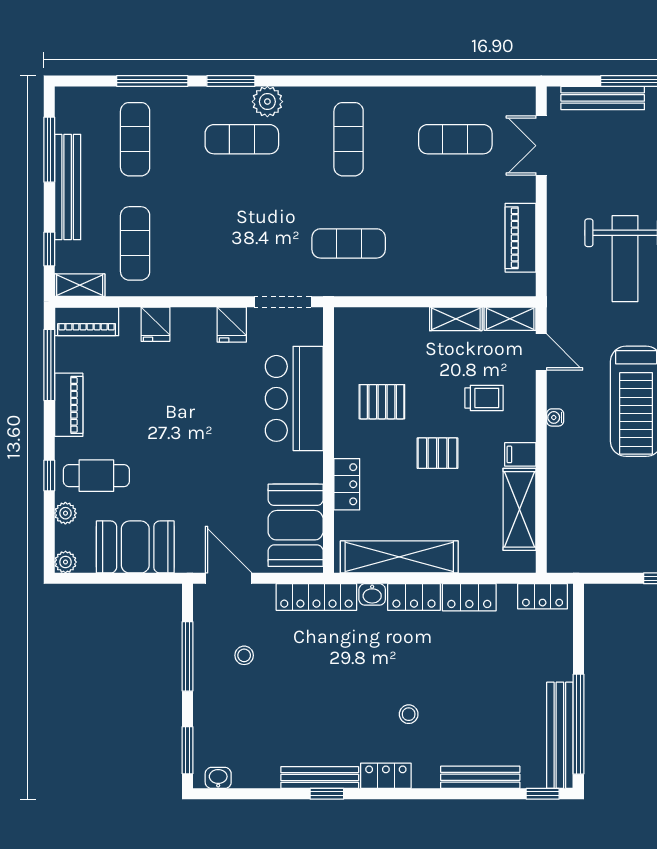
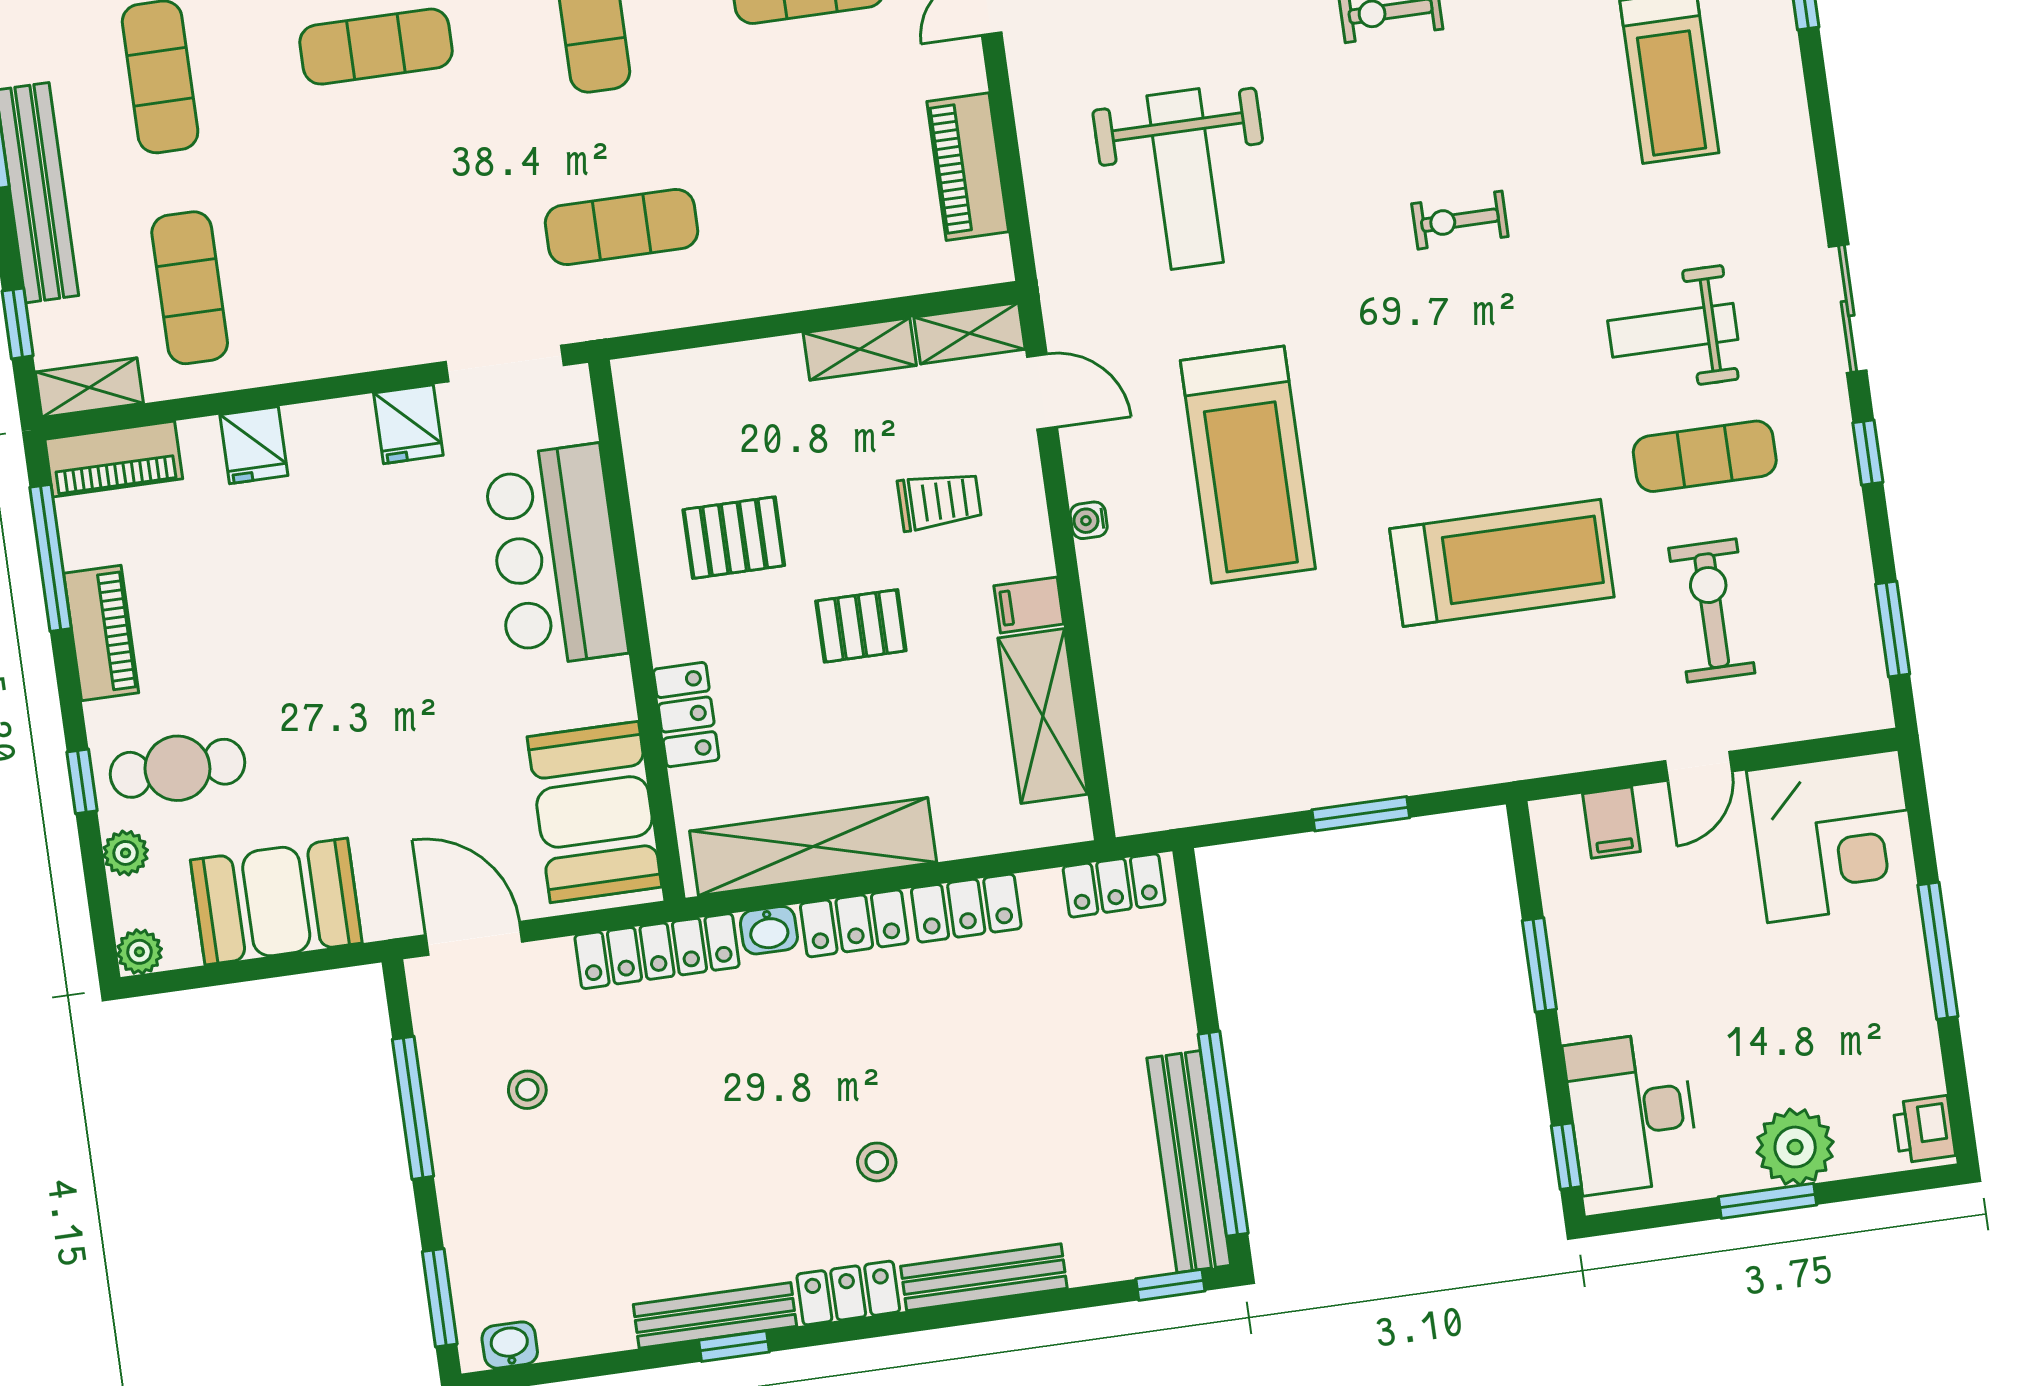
bench: (480, 777) -> (984, 1277), moved

